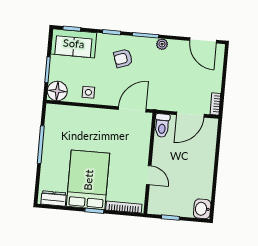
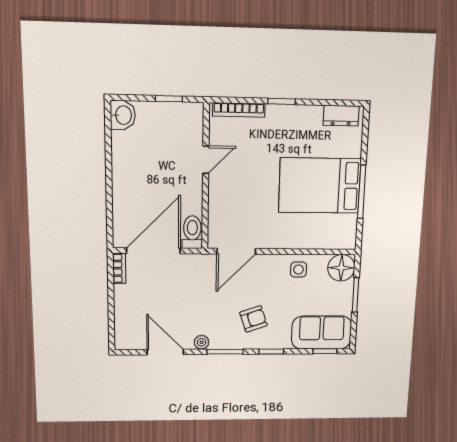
door: (203, 40) -> (165, 352), moved
door: (190, 115) -> (153, 251), width x1.36
door: (149, 175) -> (206, 160), swing flipped
bed: (88, 180) -> (320, 186), moved, turned 90

